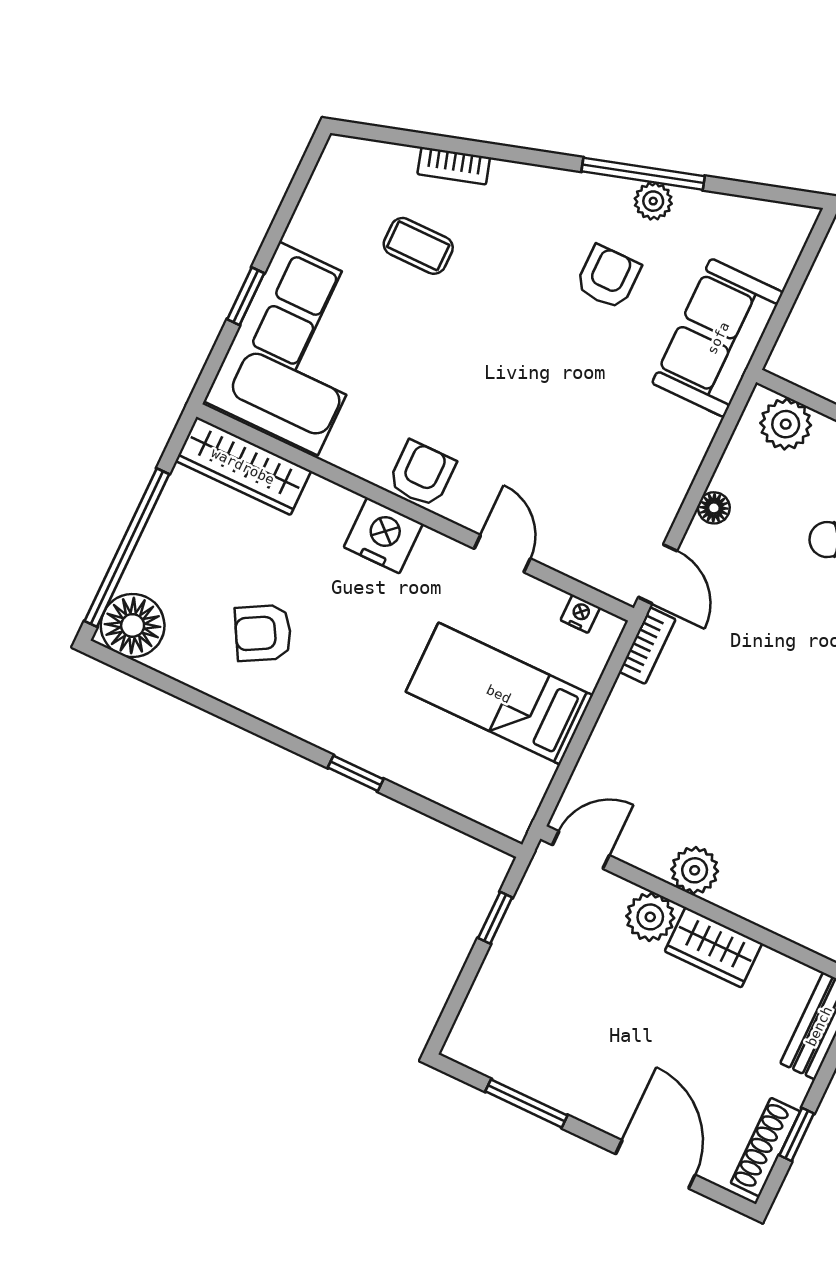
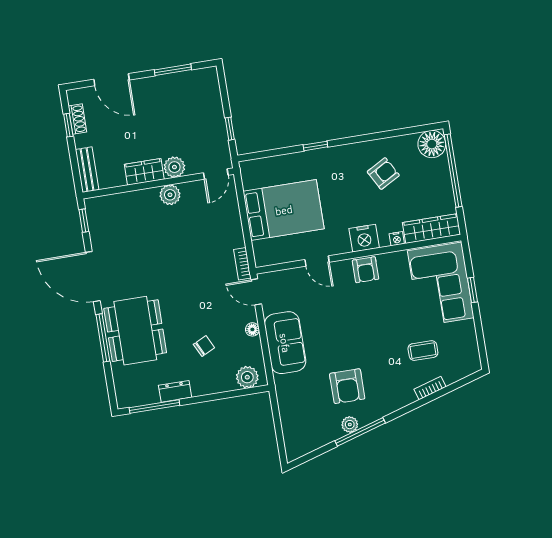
armchair: (608, 277) -> (347, 386), width x1.38, depth x1.38
sofa: (718, 338) -> (285, 343), moved
nightstand: (580, 614) -> (397, 239), moved
bed: (499, 694) -> (284, 210), width x1.50
shoe rack: (765, 1147) -> (77, 119), width x0.70

